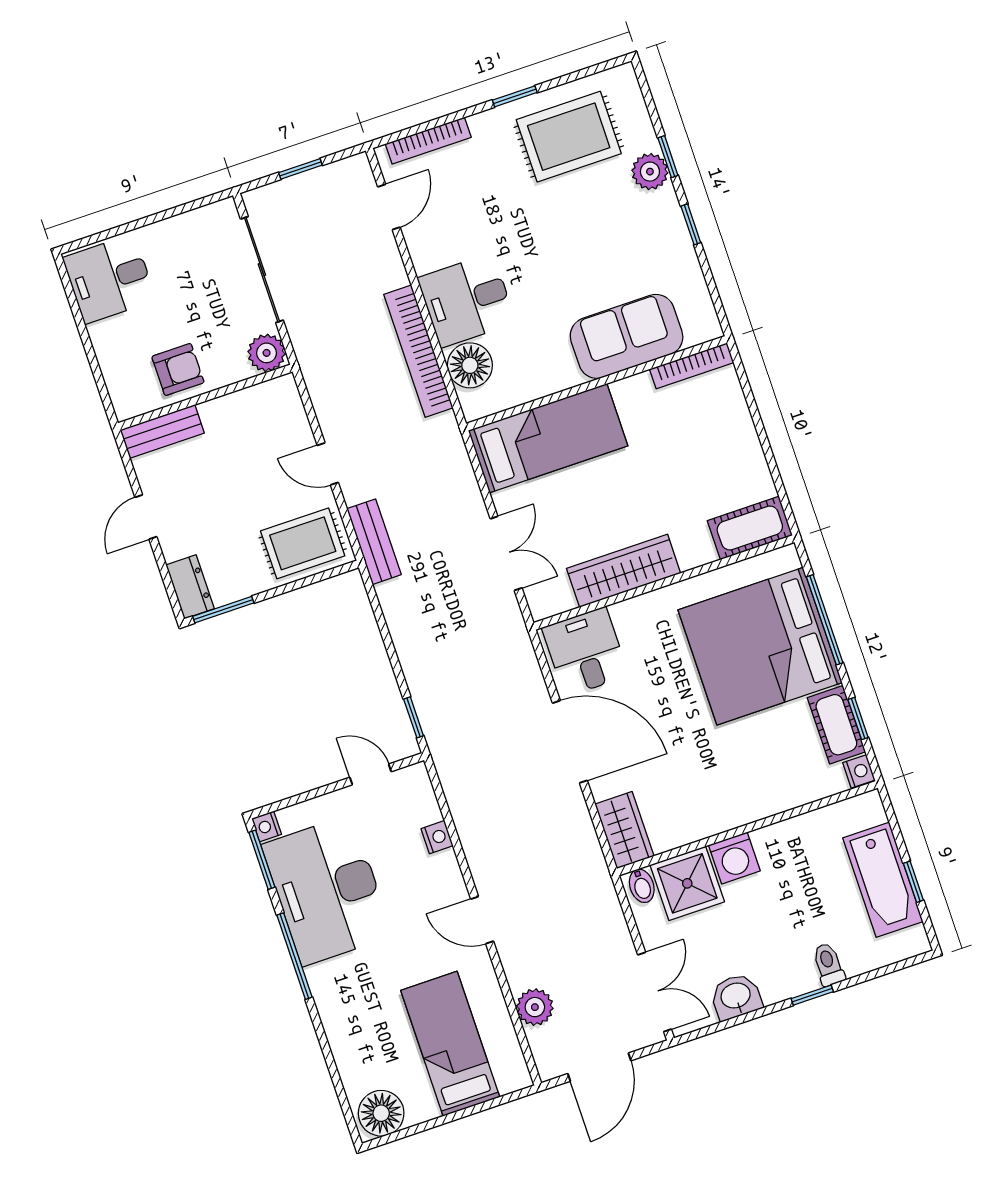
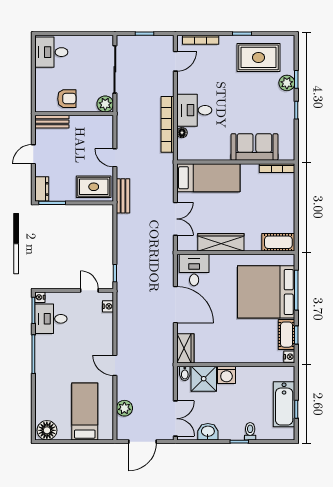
floor lamp: (470, 365) -> (182, 133), width x0.53, depth x0.53
nightstand: (437, 837) -> (108, 306), moved
desk: (327, 890) -> (51, 319), width x0.53, depth x0.77

